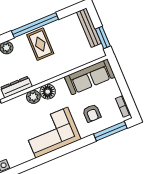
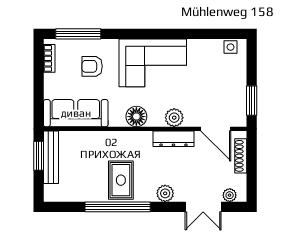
bench: (89, 28) -> (51, 157), moved
plant: (33, 97) -> (174, 118), moved
armchair: (92, 113) -> (92, 66), turned -90

